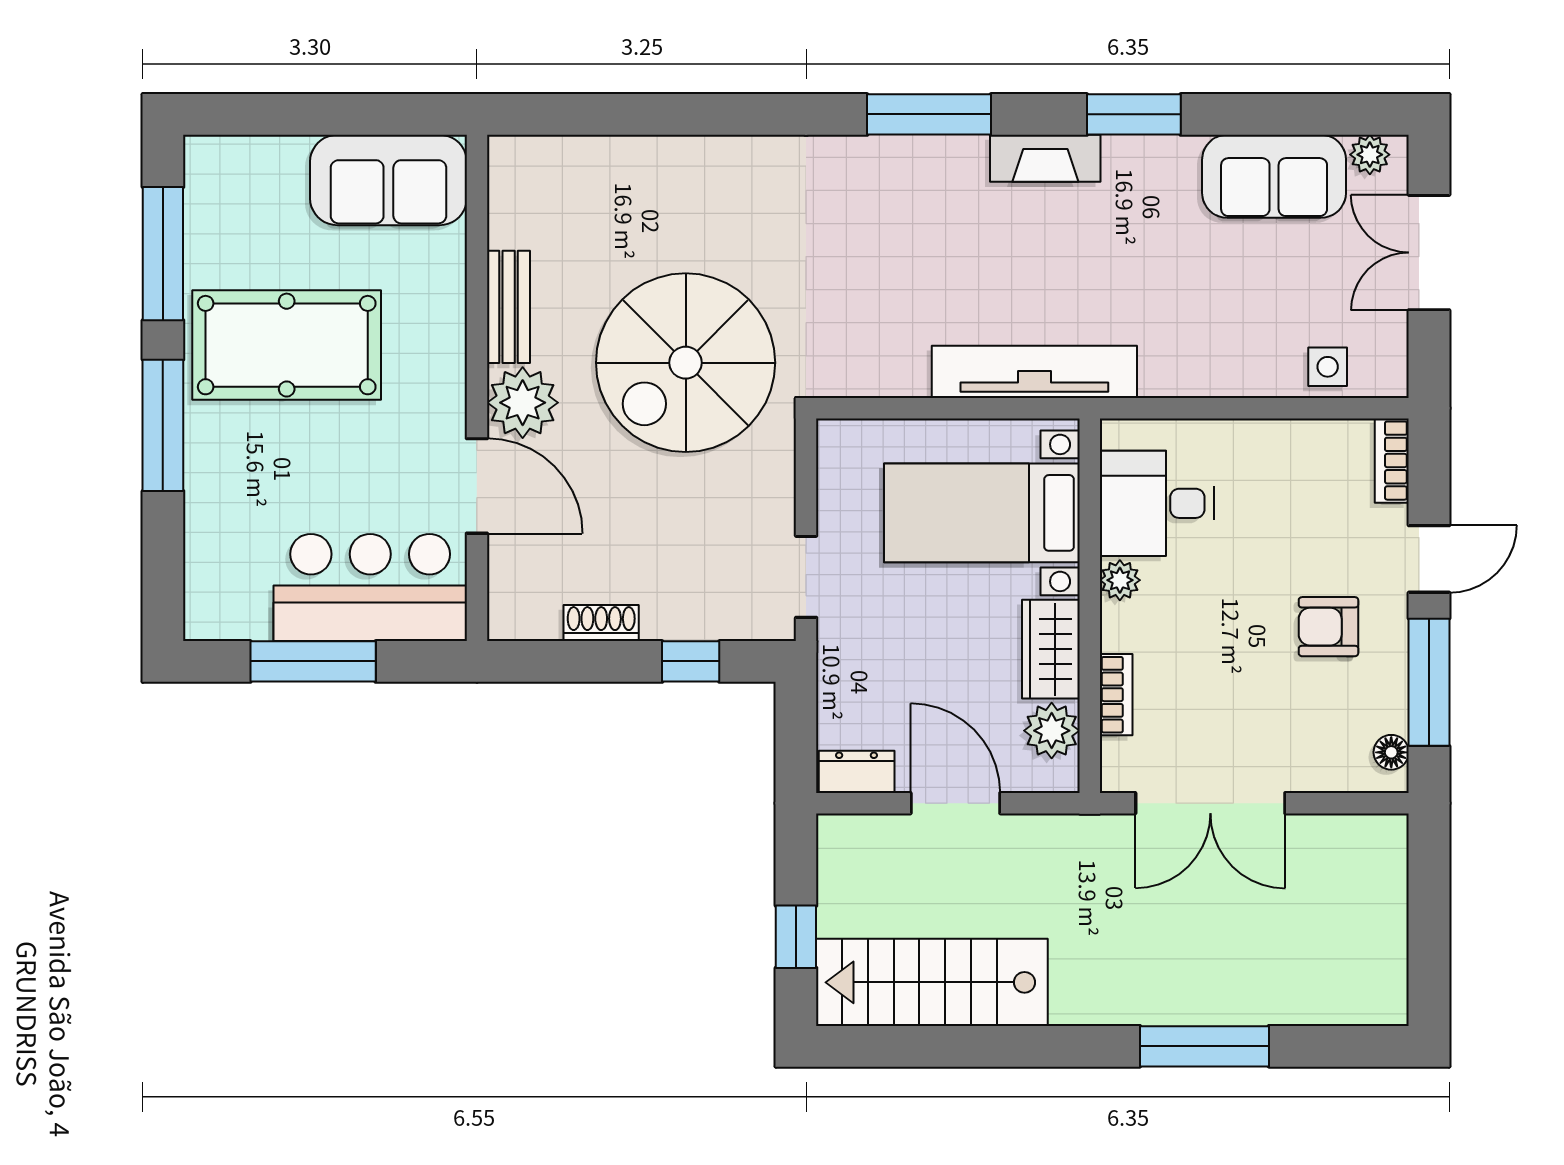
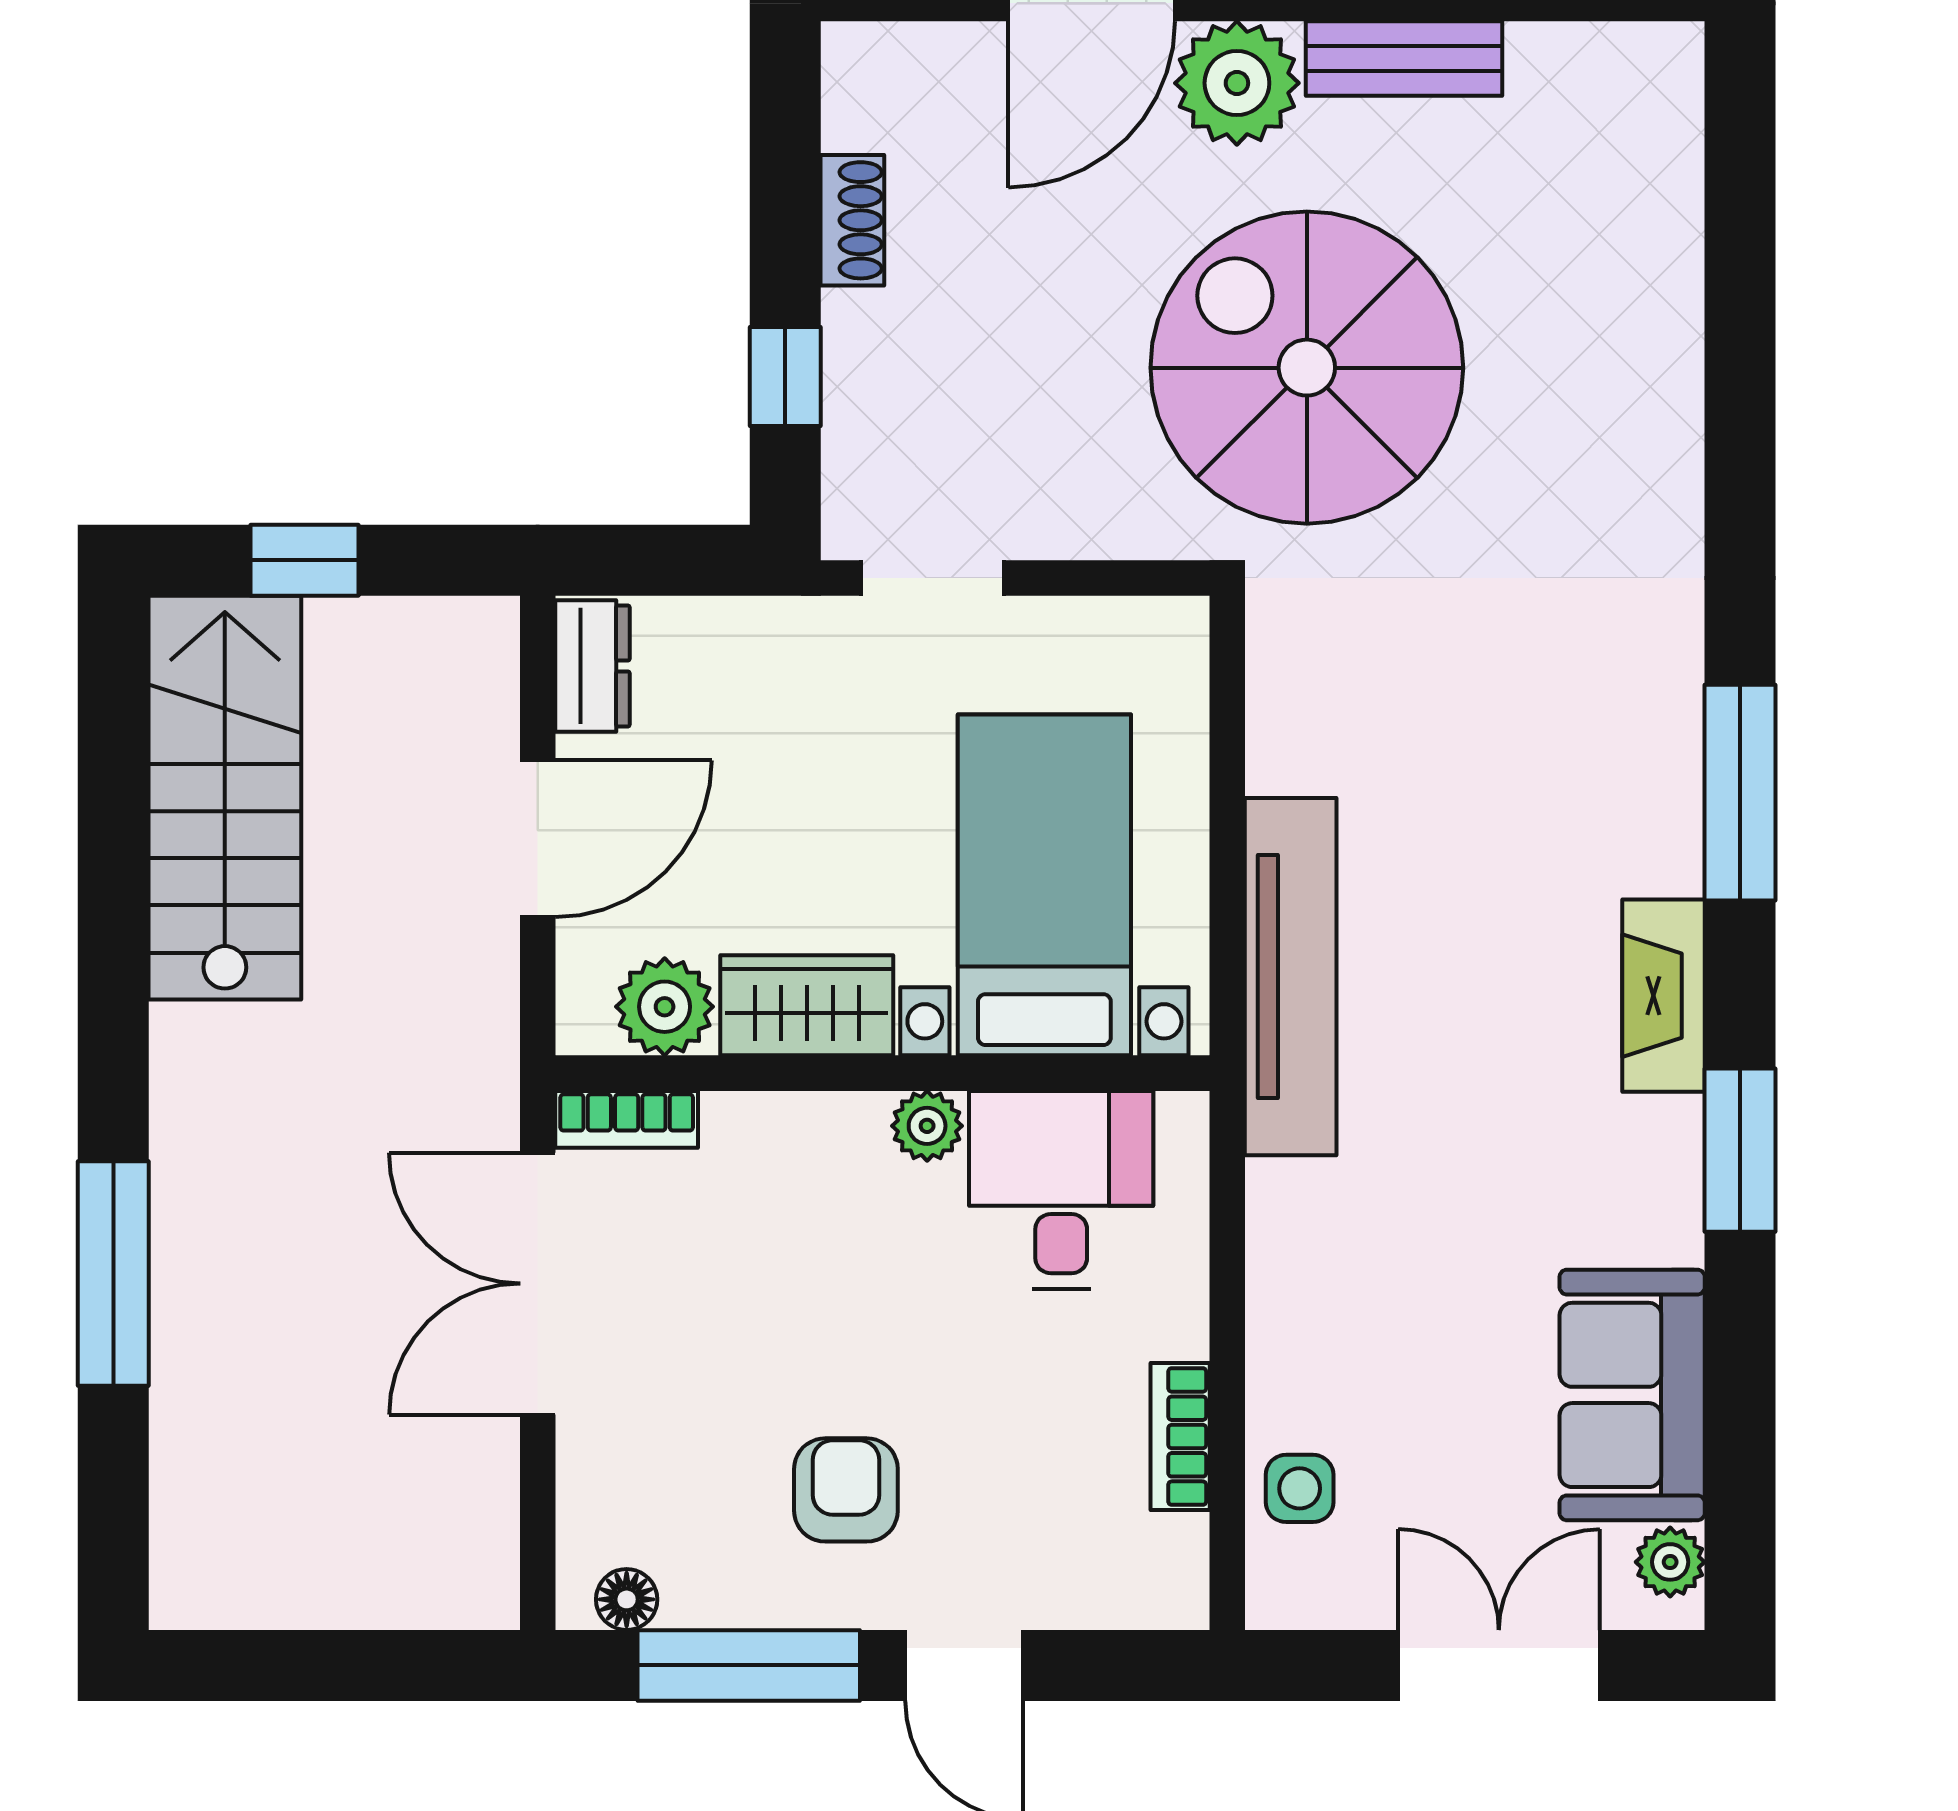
bookcase: (1392, 461) -> (1180, 1437), moved, turned -90
bookcase: (1116, 695) -> (627, 1119), moved

